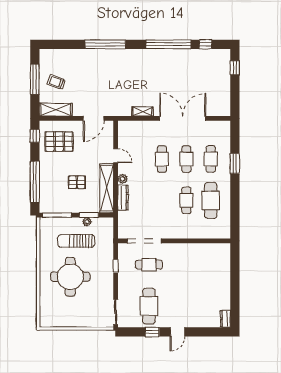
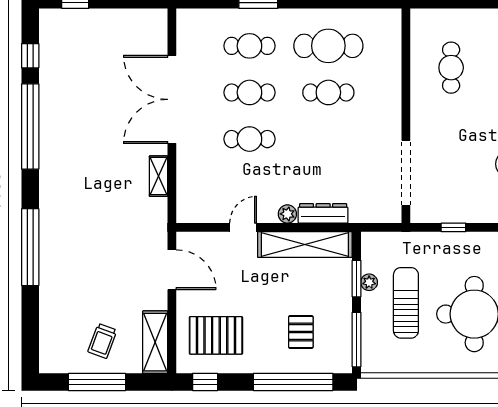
pallet: (59, 142) -> (216, 335), turned 90
pallet: (77, 182) -> (301, 332), moved
sun lounger: (76, 241) -> (406, 303), turned 180
cafe table: (149, 265) -> (451, 68), moved

